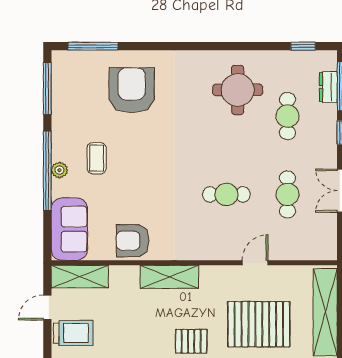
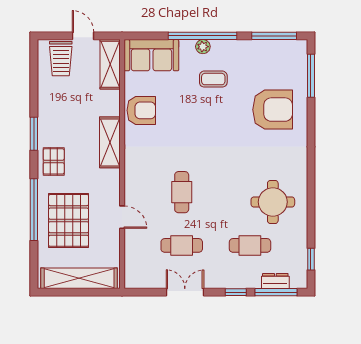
armchair: (133, 241) -> (141, 110), turned 90

